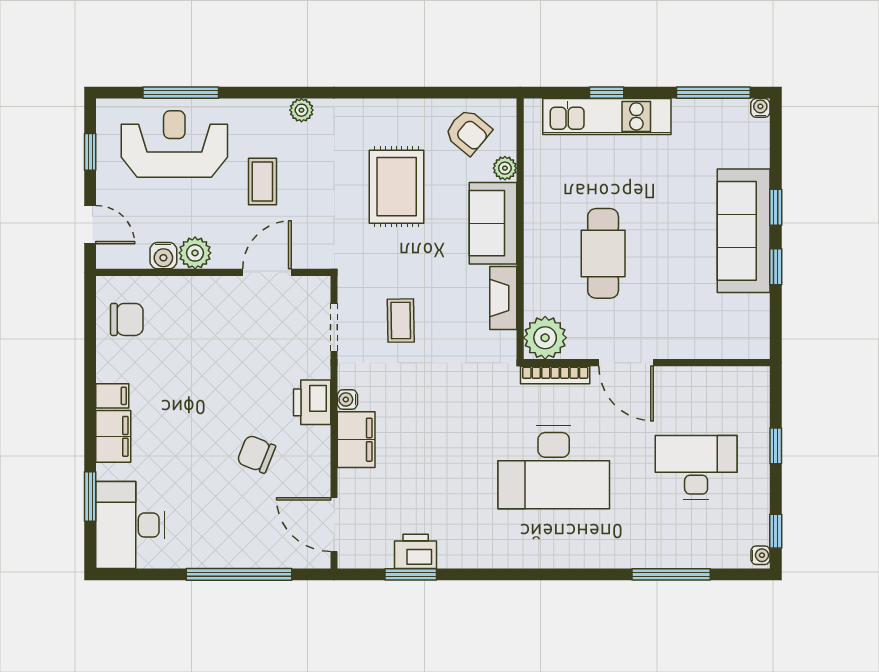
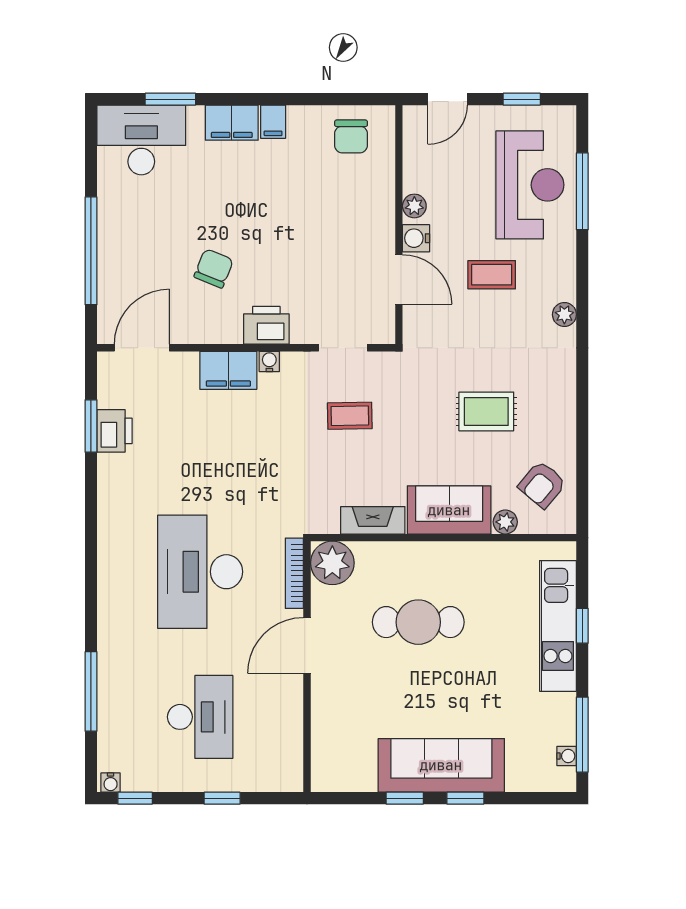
water cooler: (760, 108) -> (567, 756), moved
rug: (397, 187) -> (486, 411), width x0.73, depth x0.70
plant: (195, 253) -> (414, 206), width x0.73, depth x0.73
water cooler: (163, 256) -> (416, 238), moved

